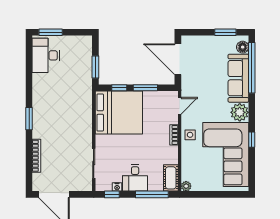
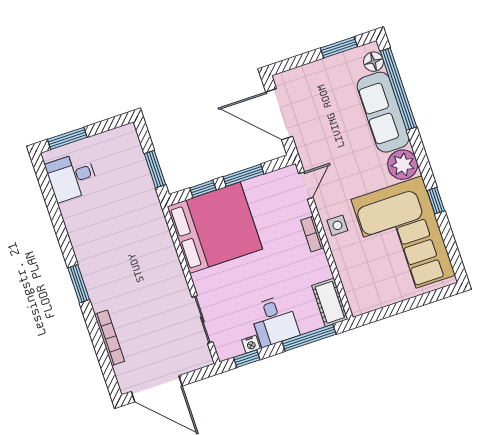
desk: (46, 55) -> (72, 177), width x0.73
plant: (186, 186) -> (358, 307), removed

